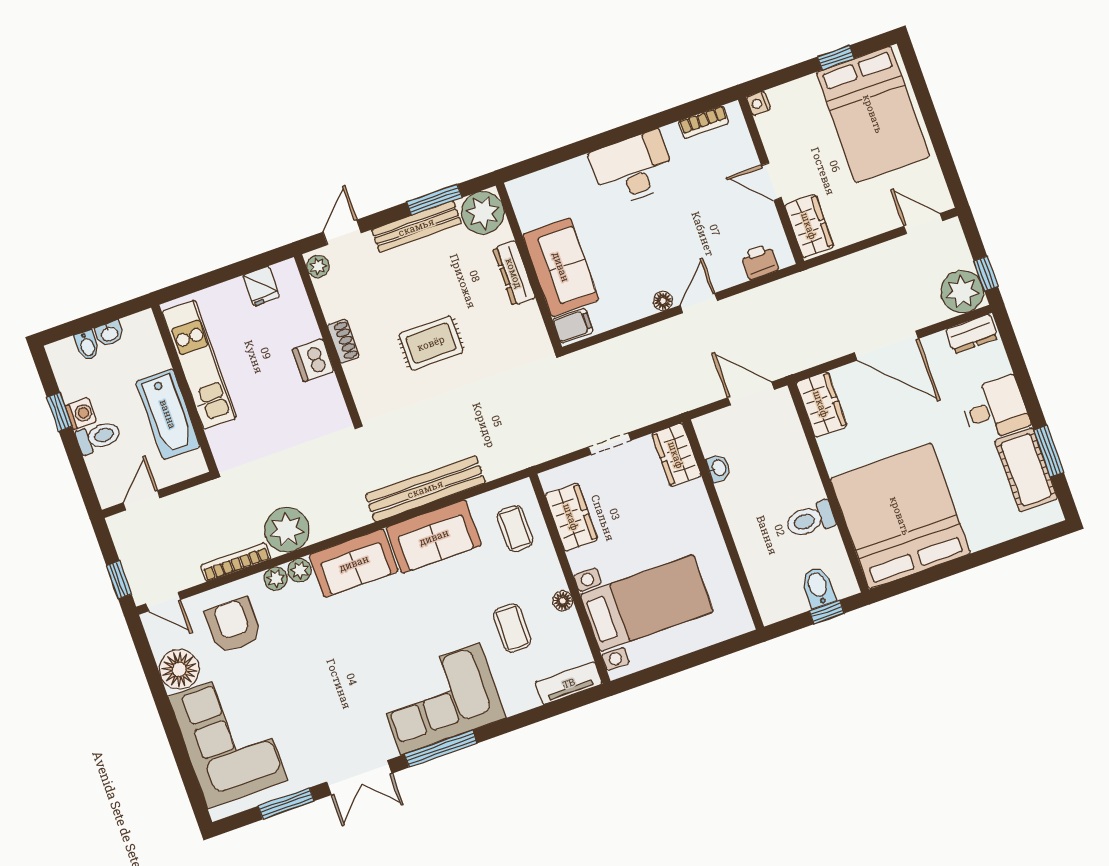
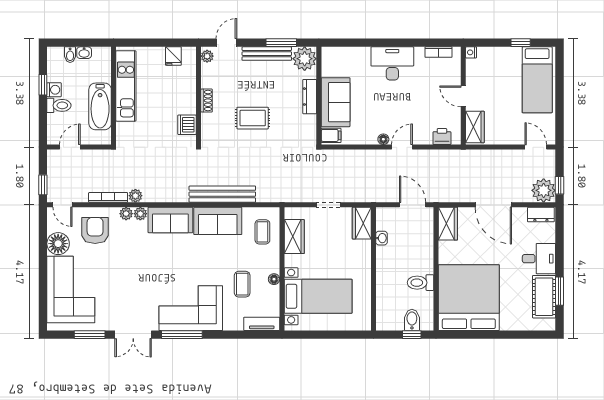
bed: (873, 114) -> (537, 80), width x0.67
dishwasher: (313, 360) -> (187, 125), moved
plant: (287, 530) -> (135, 196), width x0.53, depth x0.53

